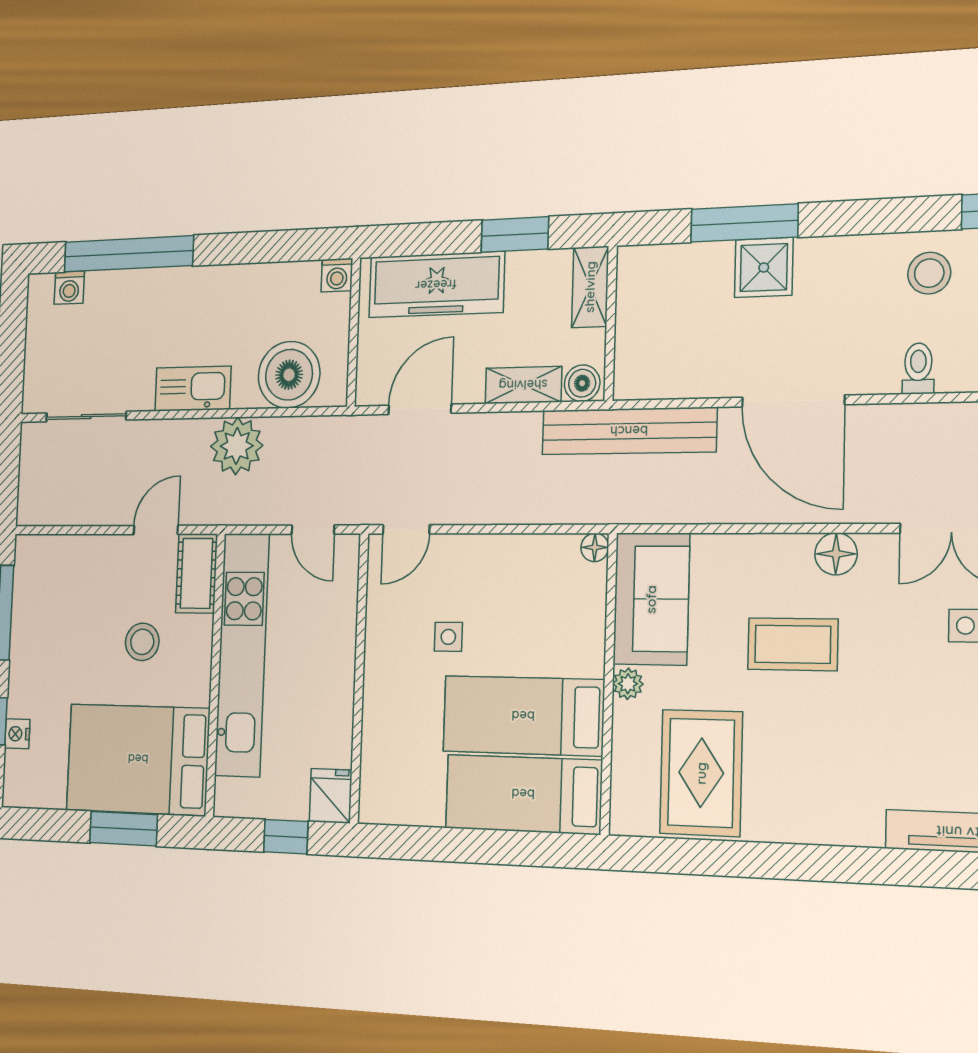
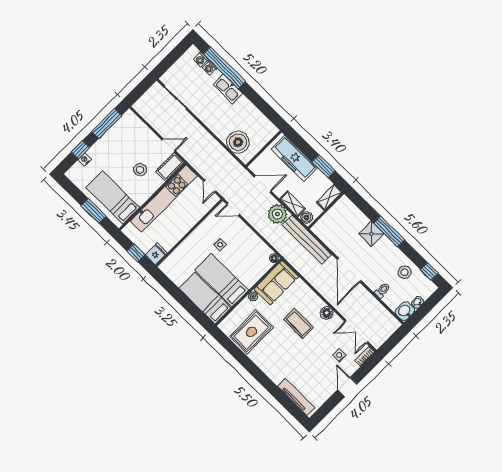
window: (744, 223) -> (389, 231), moved
washing machine: (337, 275) -> (210, 68), moved
kitchen sink: (193, 389) -> (228, 89), moved, turned 180
plant: (237, 446) -> (277, 214), moved
bed: (138, 759) -> (113, 198), width x0.67

